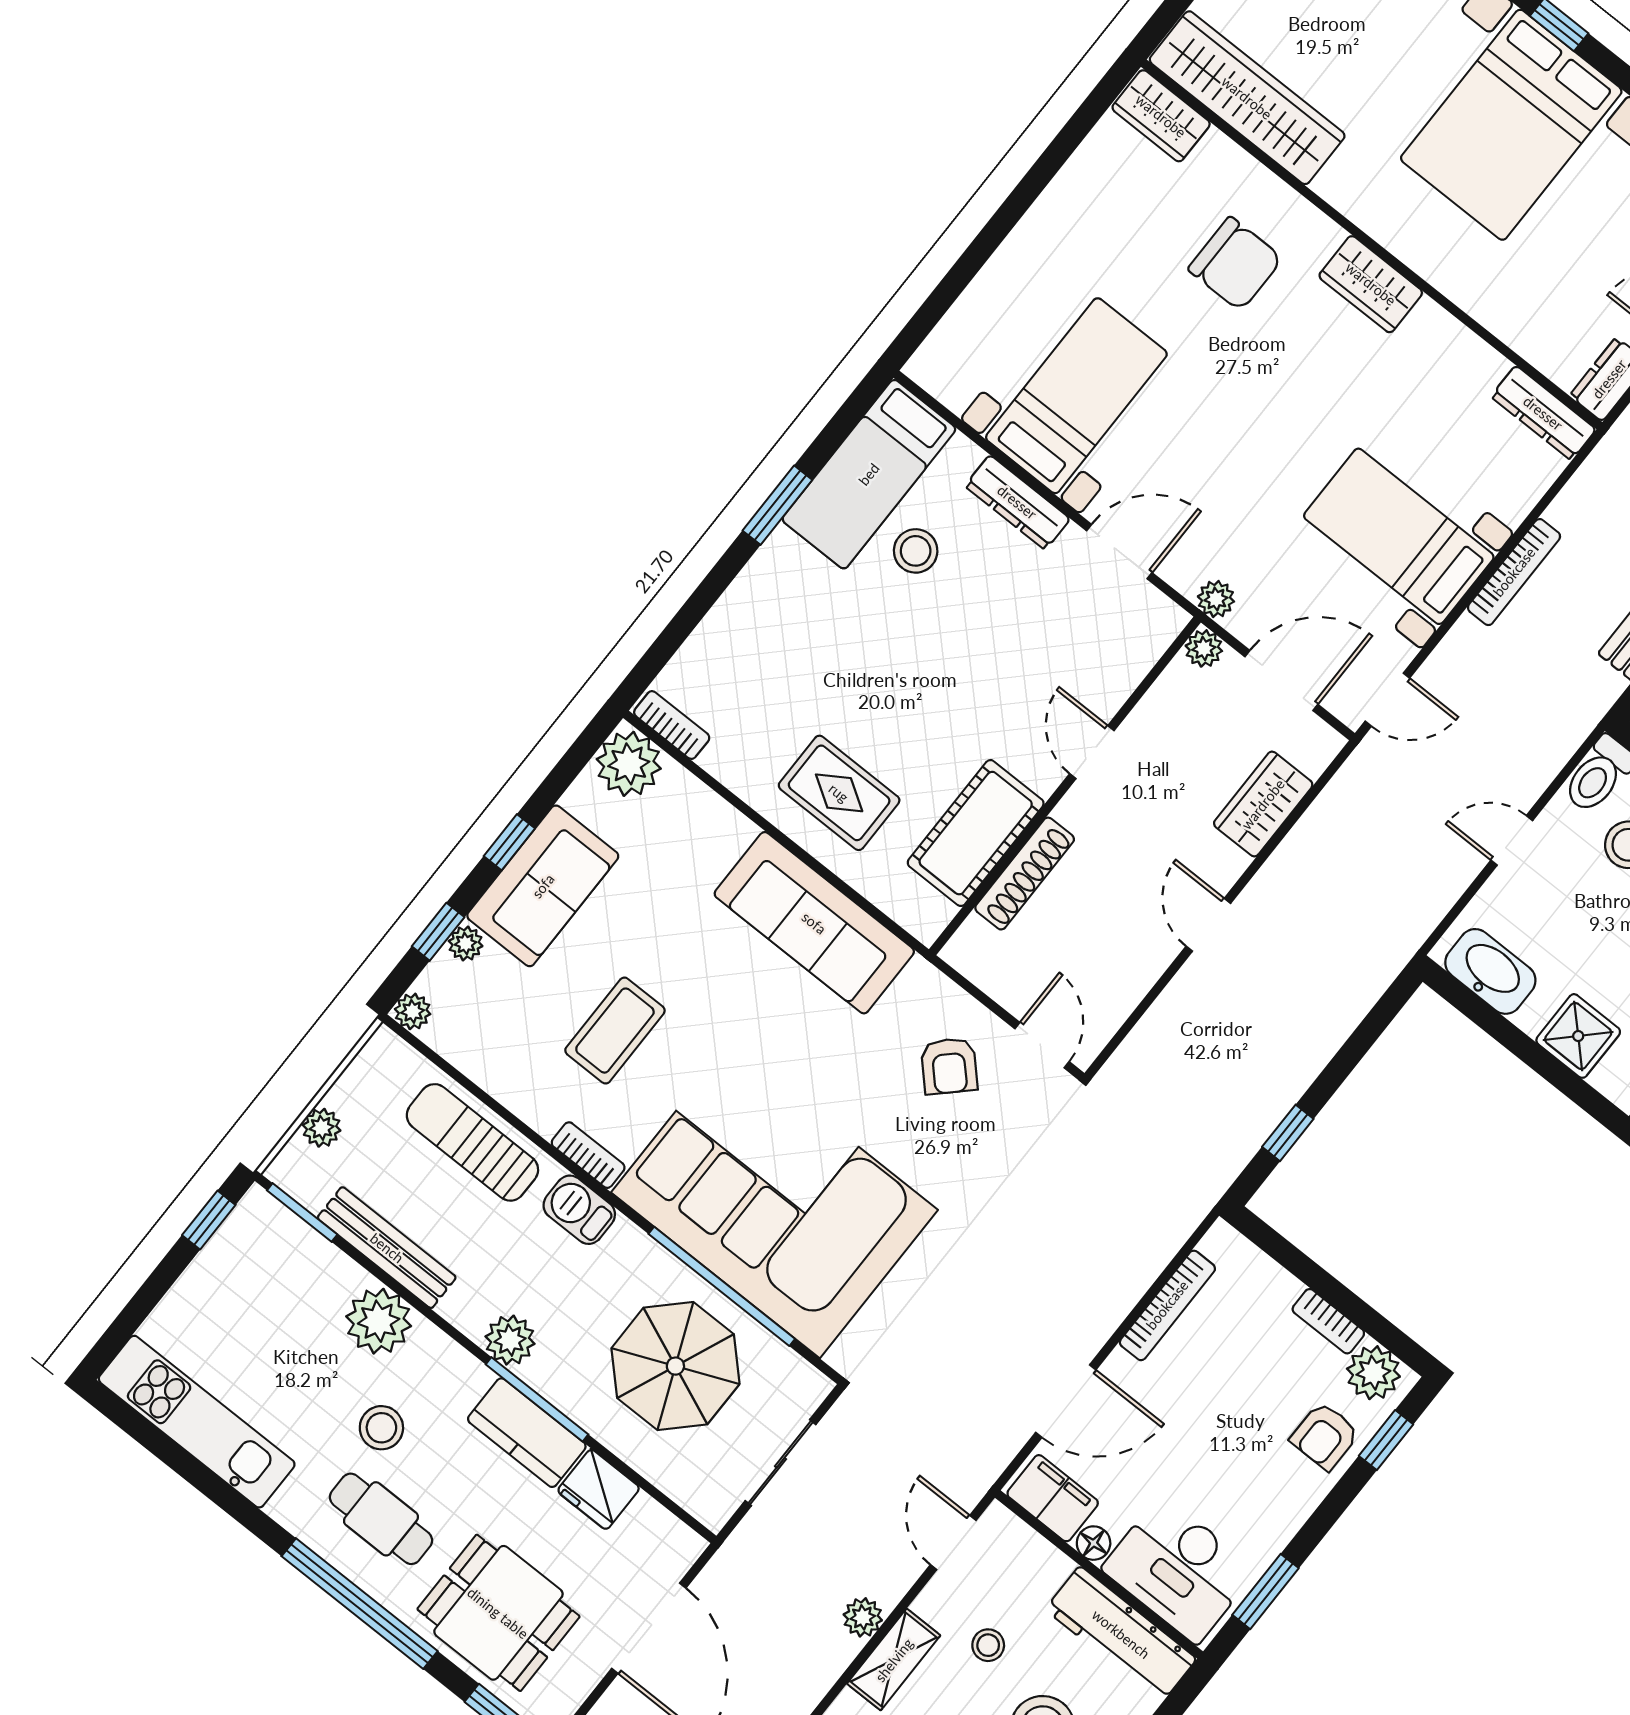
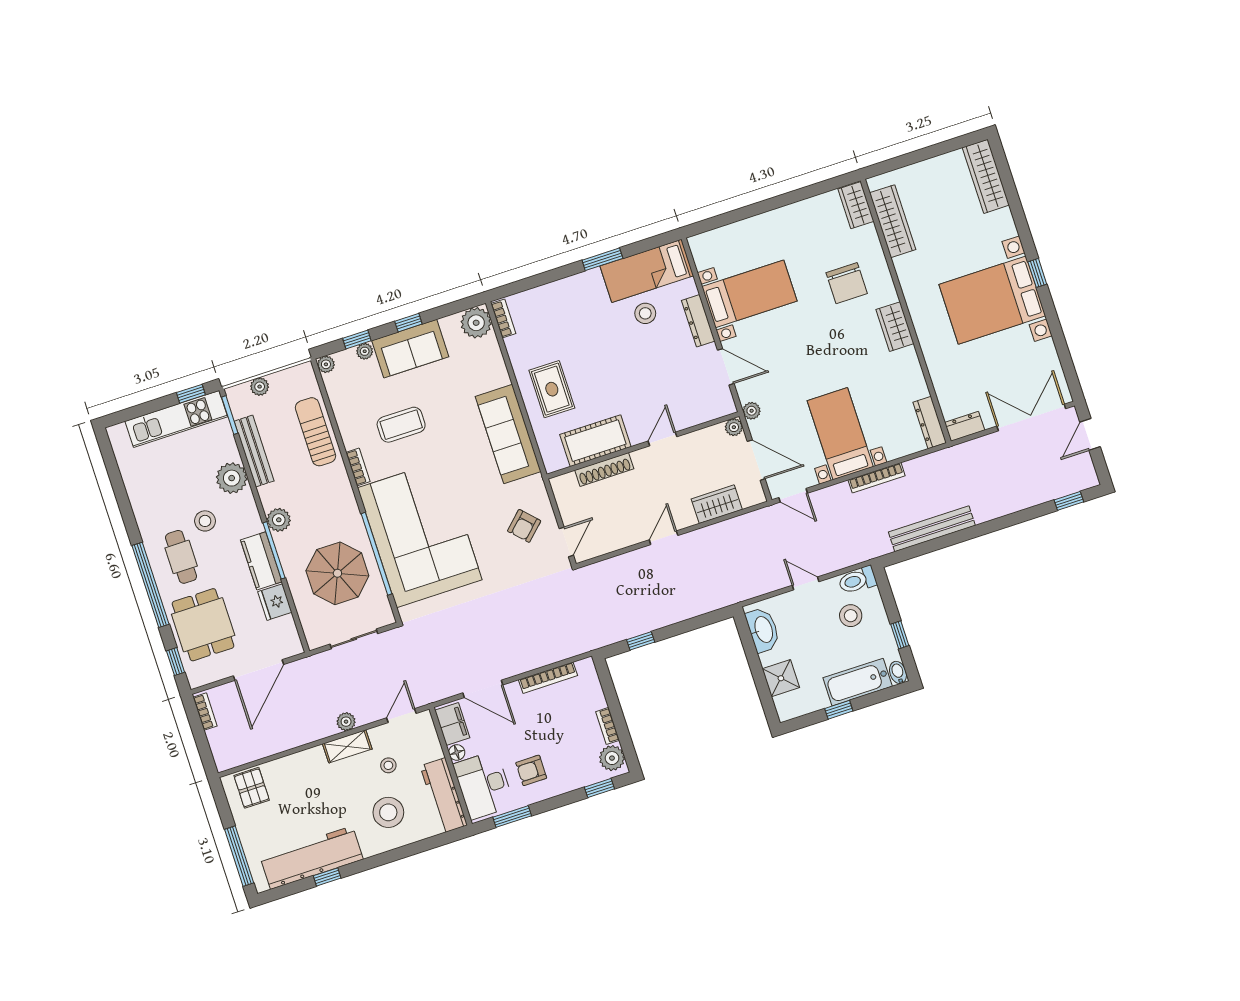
wardrobe: (1247, 98) -> (893, 221), width x0.71, depth x0.85
barbecue: (579, 1210) -> (340, 486), removed
kitchen unit: (197, 1422) -> (176, 419), moved, turned 90
armchair: (1325, 1436) -> (531, 770), moved

